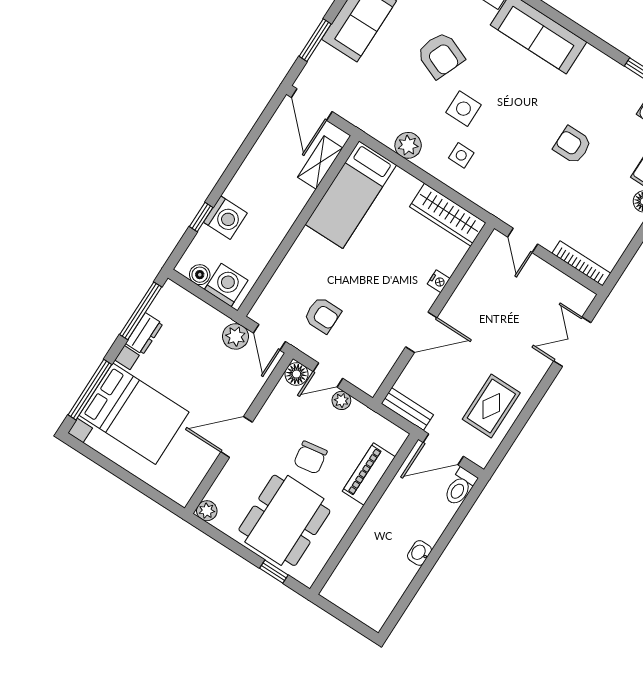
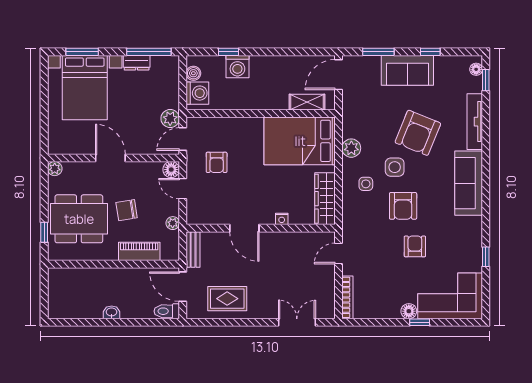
armchair: (441, 55) -> (418, 133), width x1.36, depth x1.36
armchair: (516, 128) -> (403, 206), added
bed: (351, 195) -> (300, 141), width x1.50
window: (90, 390) -> (82, 52), width x0.69
plant: (341, 400) -> (173, 223), moved

